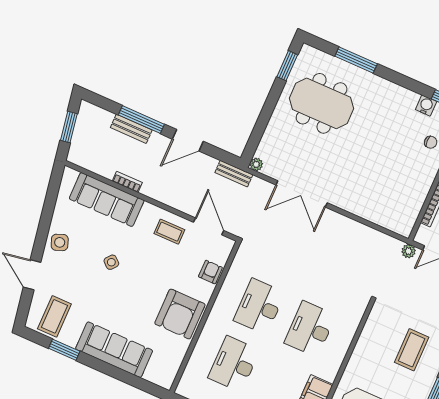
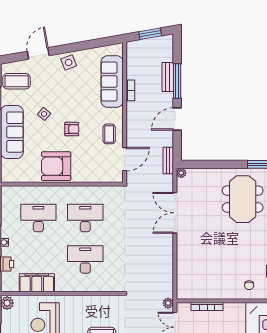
door: (188, 140) -> (177, 119), hinge flipped
side table: (111, 262) -> (44, 114), moved
armchair: (210, 272) -> (72, 129), moved

